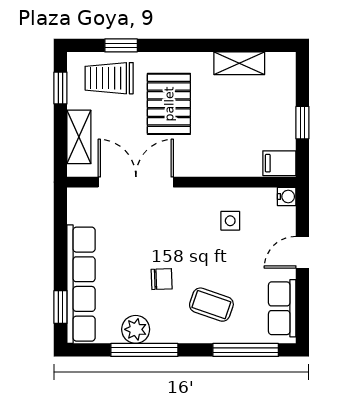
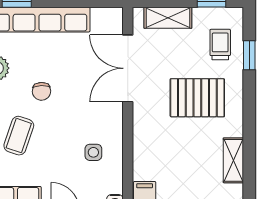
trolley: (109, 78) -> (220, 45), width x0.73, depth x0.72
double door: (136, 182) -> (128, 68), swing flipped

